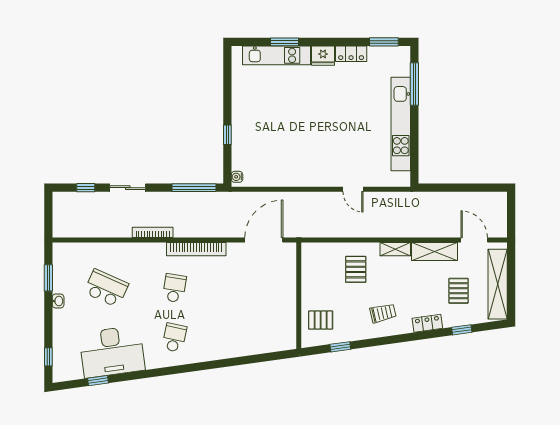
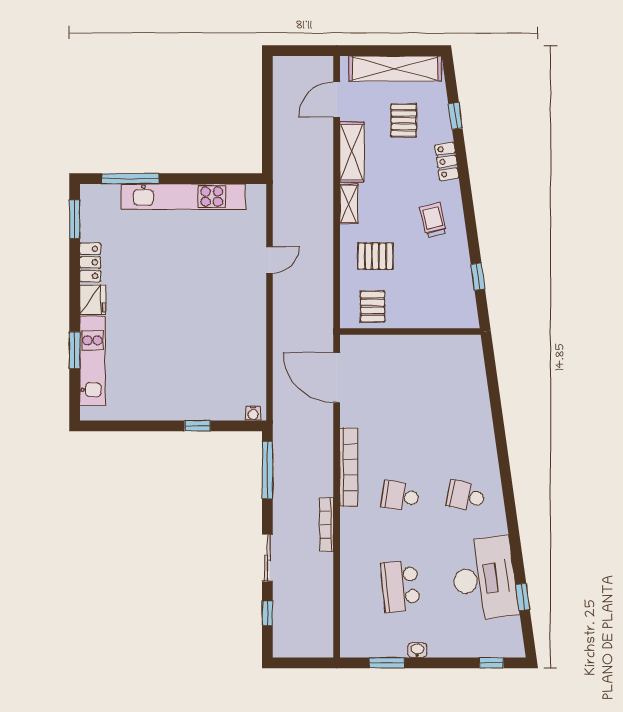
school desk: (106, 288) -> (400, 586), turned -30
pallet: (459, 291) -> (404, 120), turned 90
pallet: (321, 320) -> (373, 307), moved

